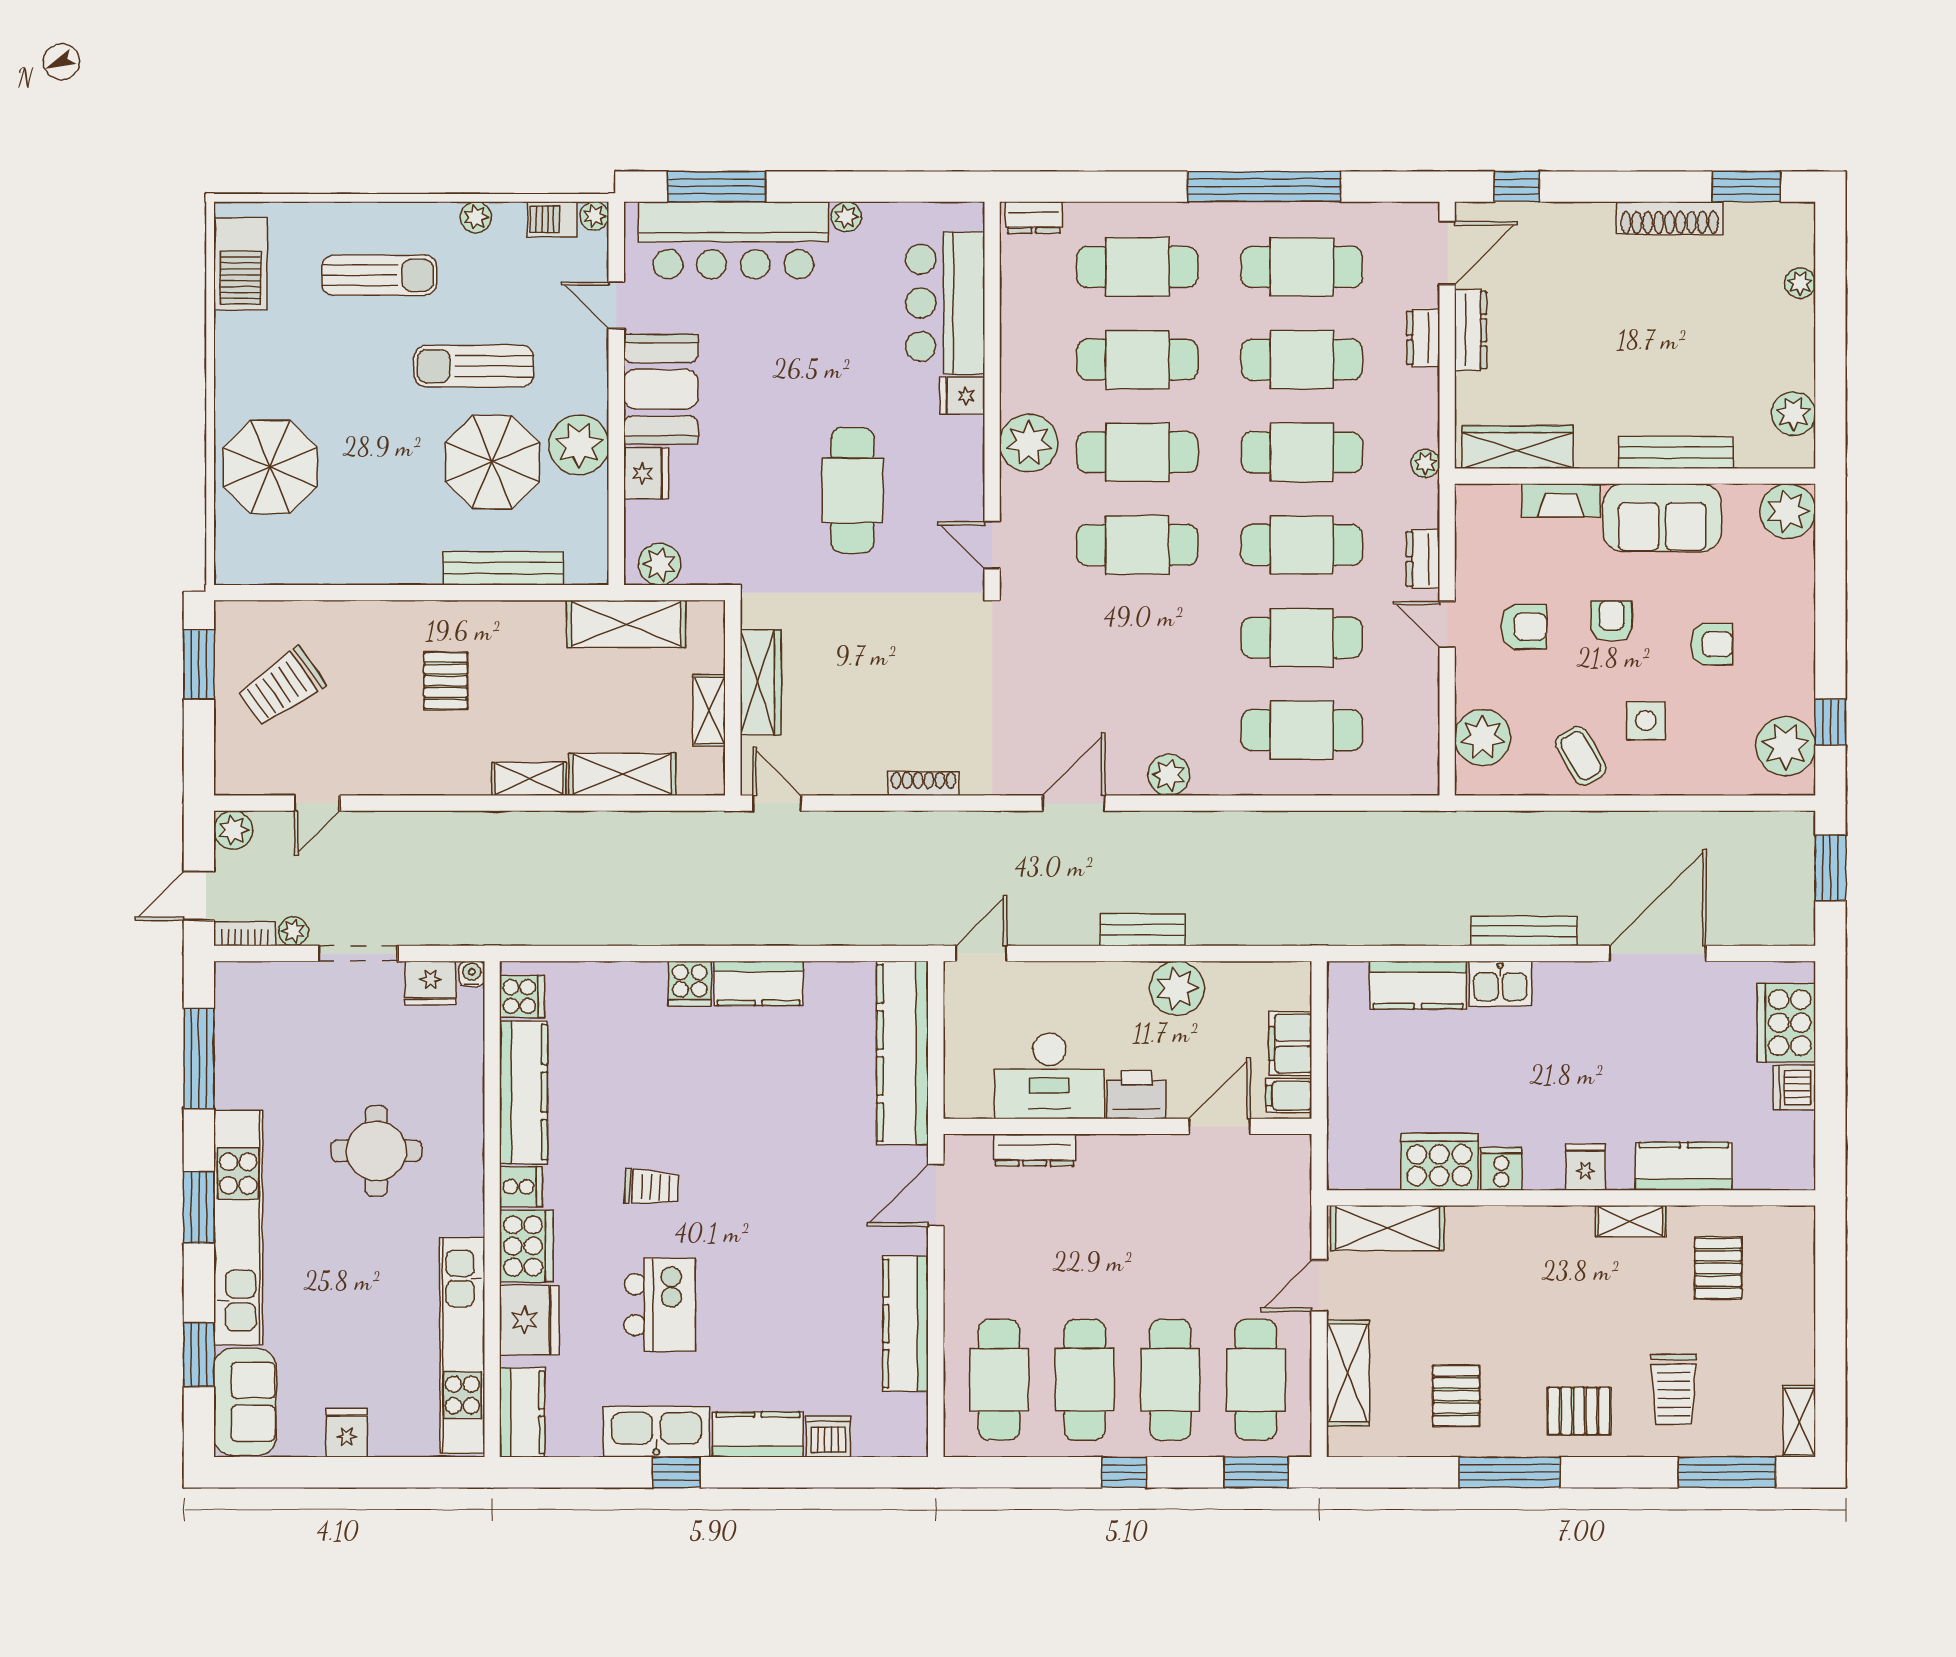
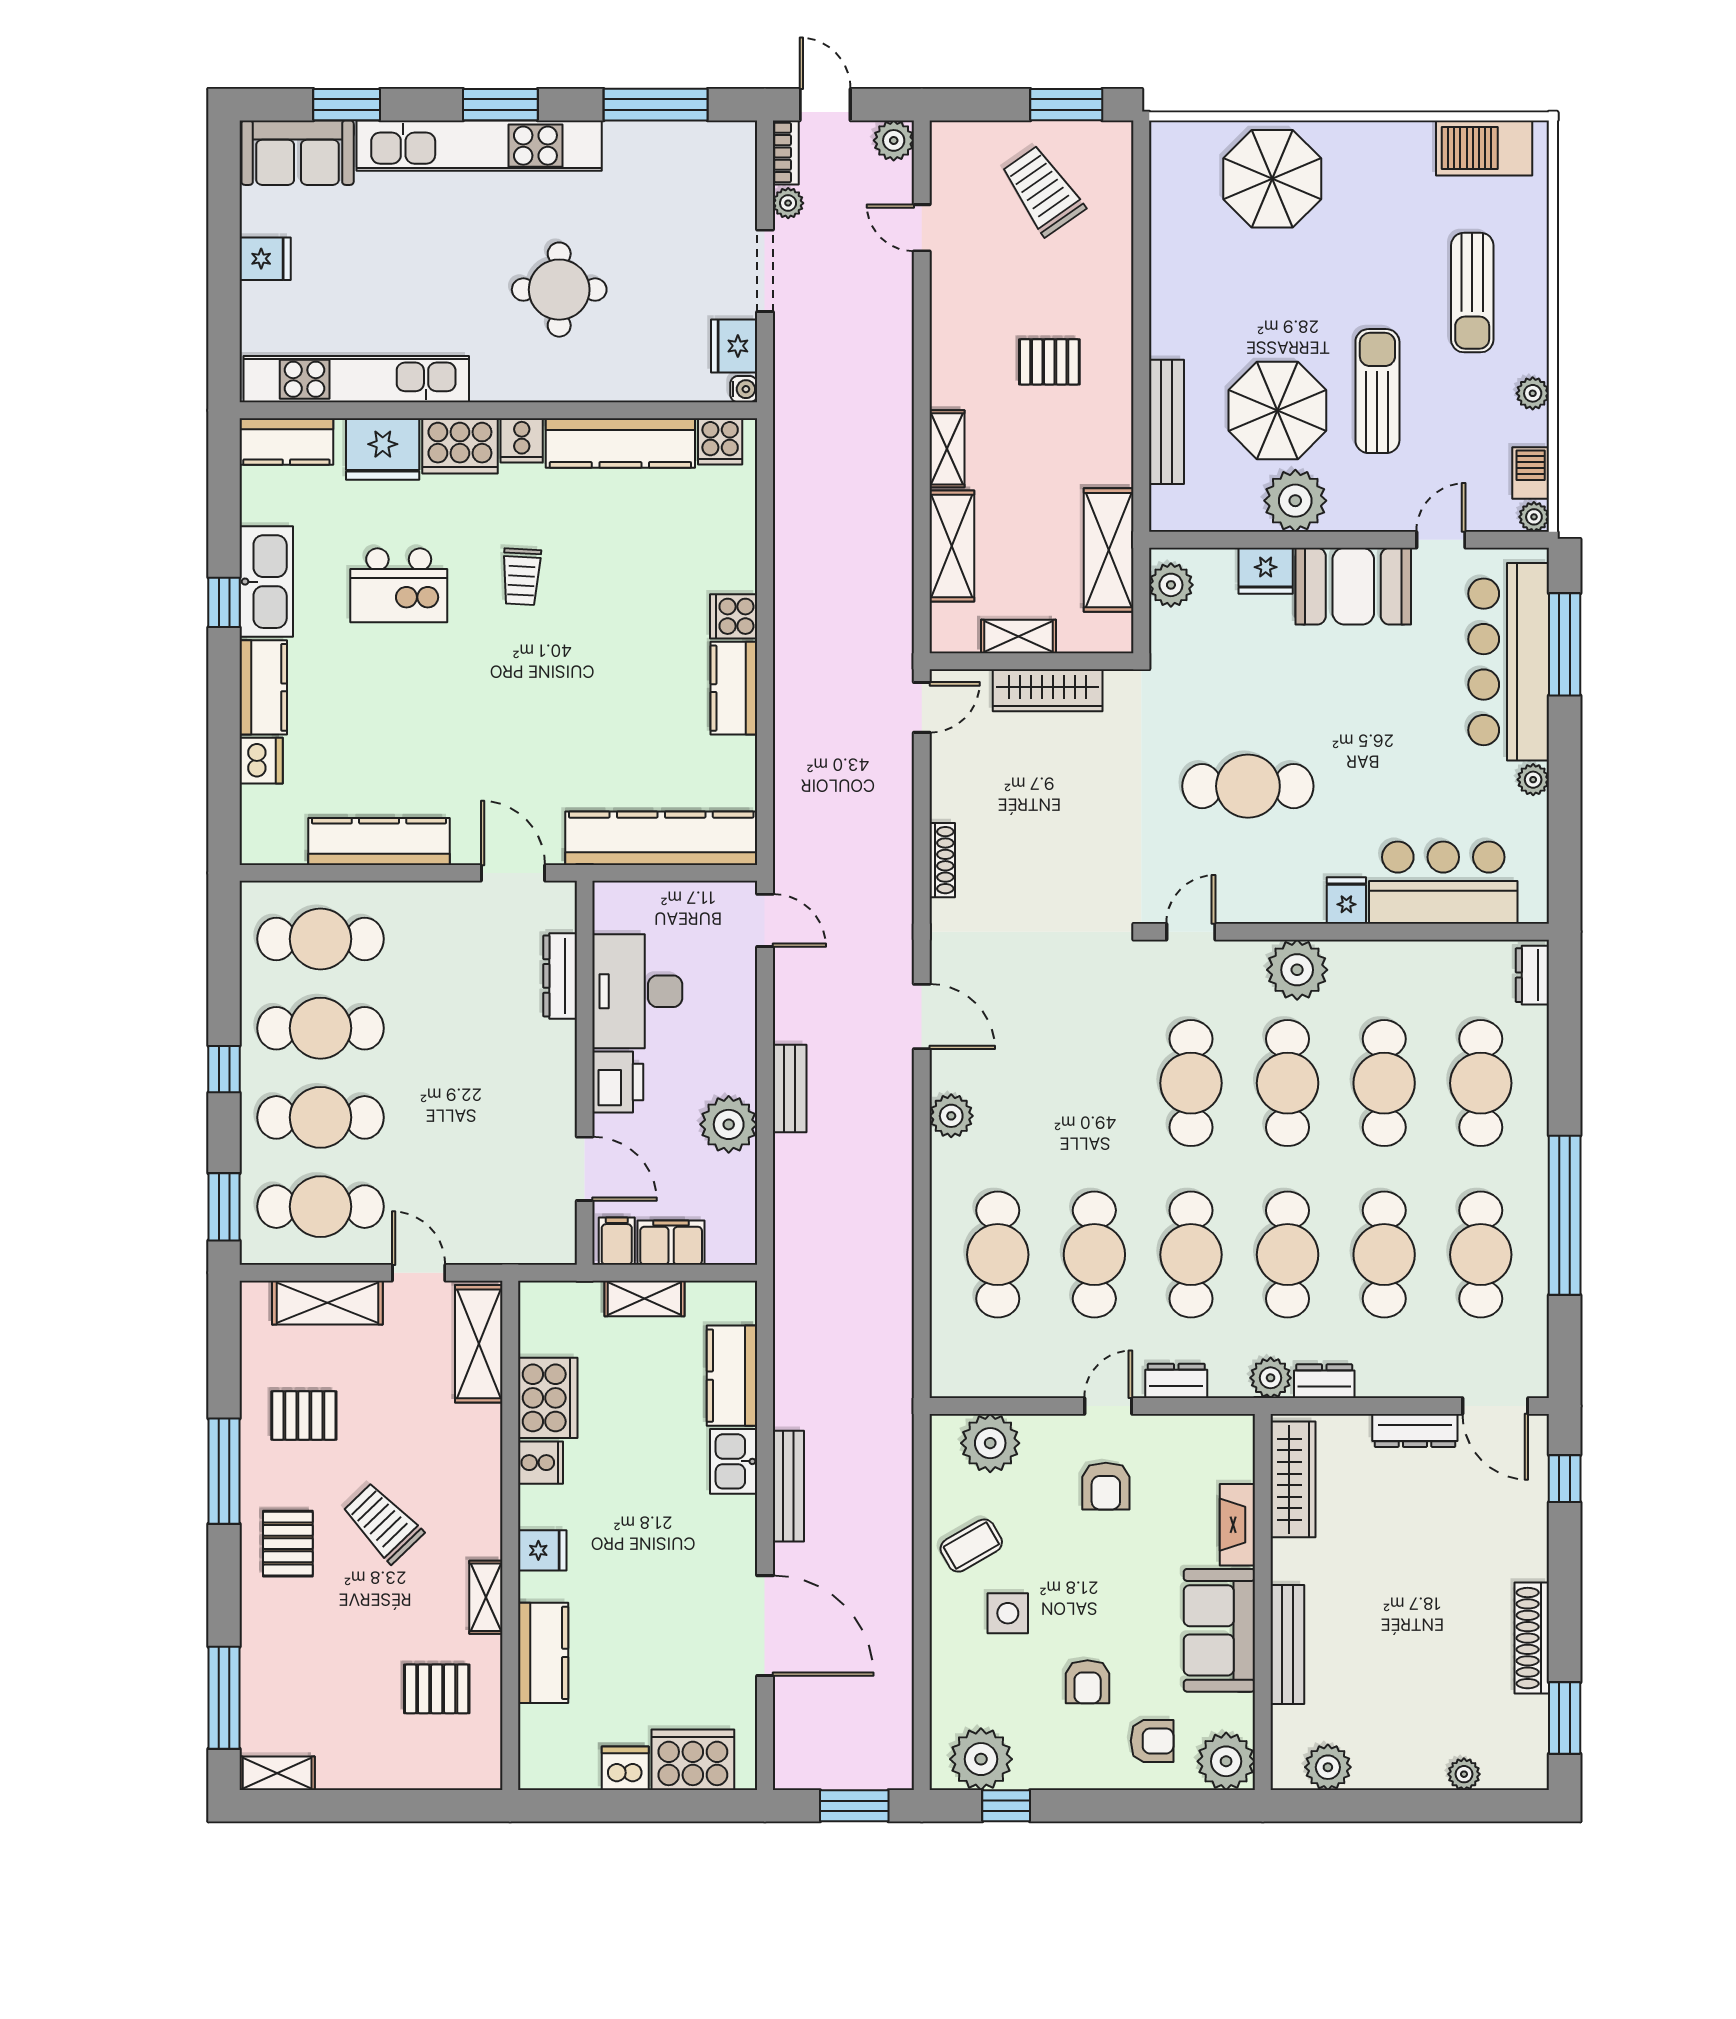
dresser: (1423, 338) -> (1324, 1381), moved
plant: (1425, 463) -> (1271, 1378), width x1.38, depth x1.38
armchair: (1612, 621) -> (1152, 1741), moved
shelving: (1344, 1069) -> (644, 1298), added
trolley: (1674, 1389) -> (383, 1523), moved, turned 46

